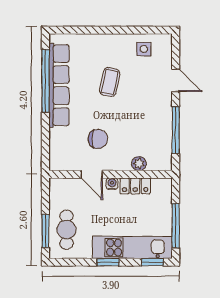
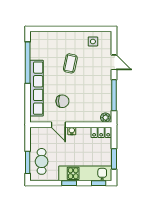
row of seats: (59, 85) -> (37, 88), moved
plant: (139, 164) -> (105, 118), moved
locker: (135, 186) -> (101, 132), moved
window: (176, 226) -> (114, 159), width x0.69

